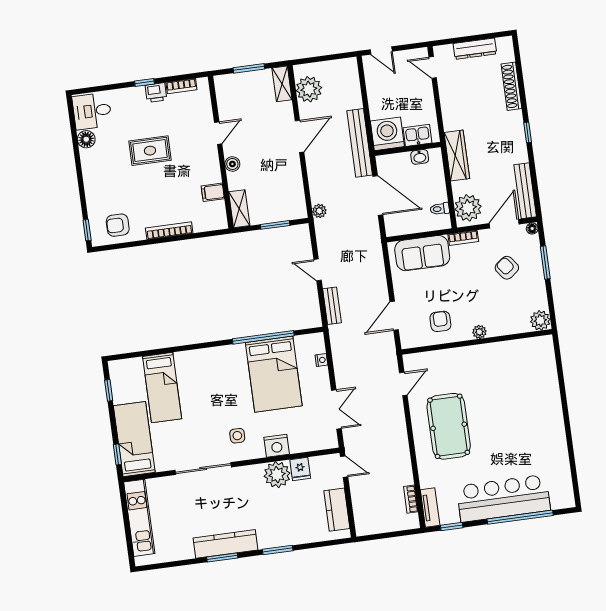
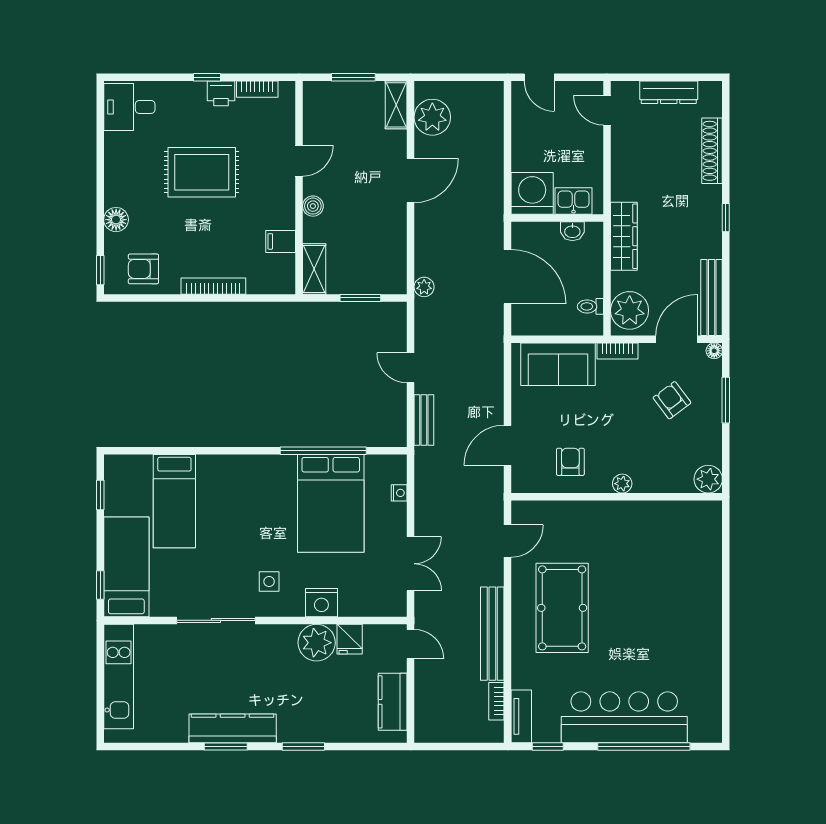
floor lamp: (86, 139) -> (116, 220), moved
bench: (360, 143) -> (492, 634), moved
rug: (150, 151) -> (202, 172), width x1.36, depth x1.43

